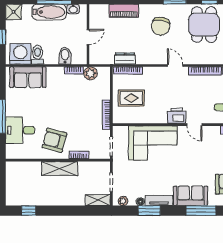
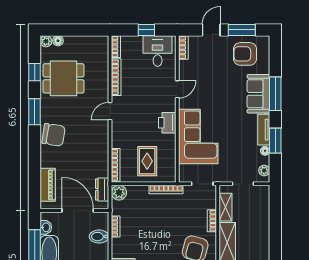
piano: (124, 11) -> (48, 185), moved
chair: (161, 26) -> (53, 135), moved
door: (88, 37) -> (78, 210), width x1.87
dresser: (125, 59) -> (102, 190), moved
plant: (91, 73) -> (119, 193), moved
printer: (177, 116) -> (167, 123), moved
shelving: (98, 200) -> (226, 207), moved
window: (201, 211) -> (275, 94), moved

